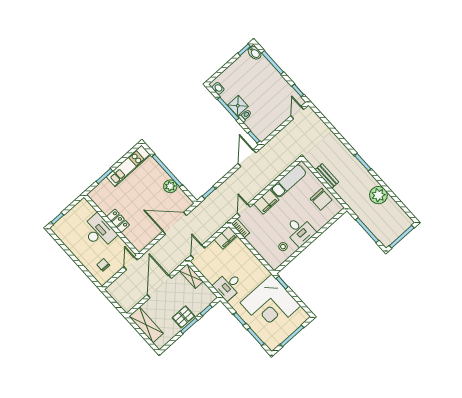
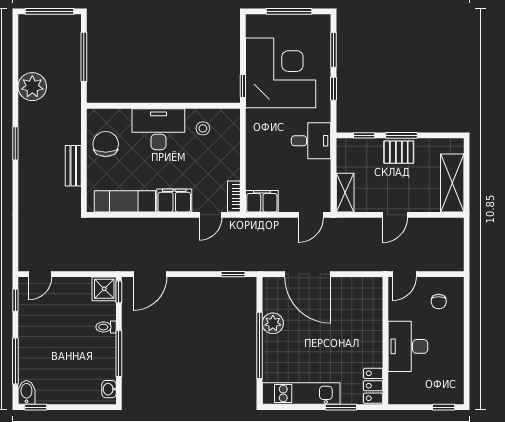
shower: (238, 106) -> (104, 289), moved
locker: (118, 221) -> (373, 386), moved
desk: (300, 231) -> (158, 129), width x1.37
door: (159, 286) -> (395, 215), width x0.53

